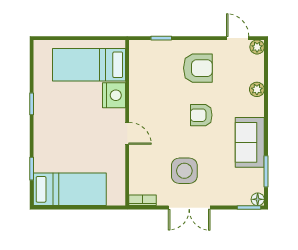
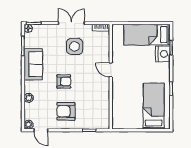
bed: (89, 65) -> (154, 106), moved, turned -90
nightstand: (114, 95) -> (163, 54), moved, turned 180

